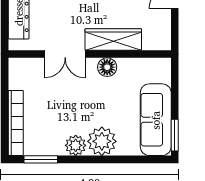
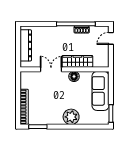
double door: (65, 54) -> (51, 69), swing flipped
sofa: (156, 120) -> (100, 91), moved
plant: (76, 145) -> (57, 119), removed

